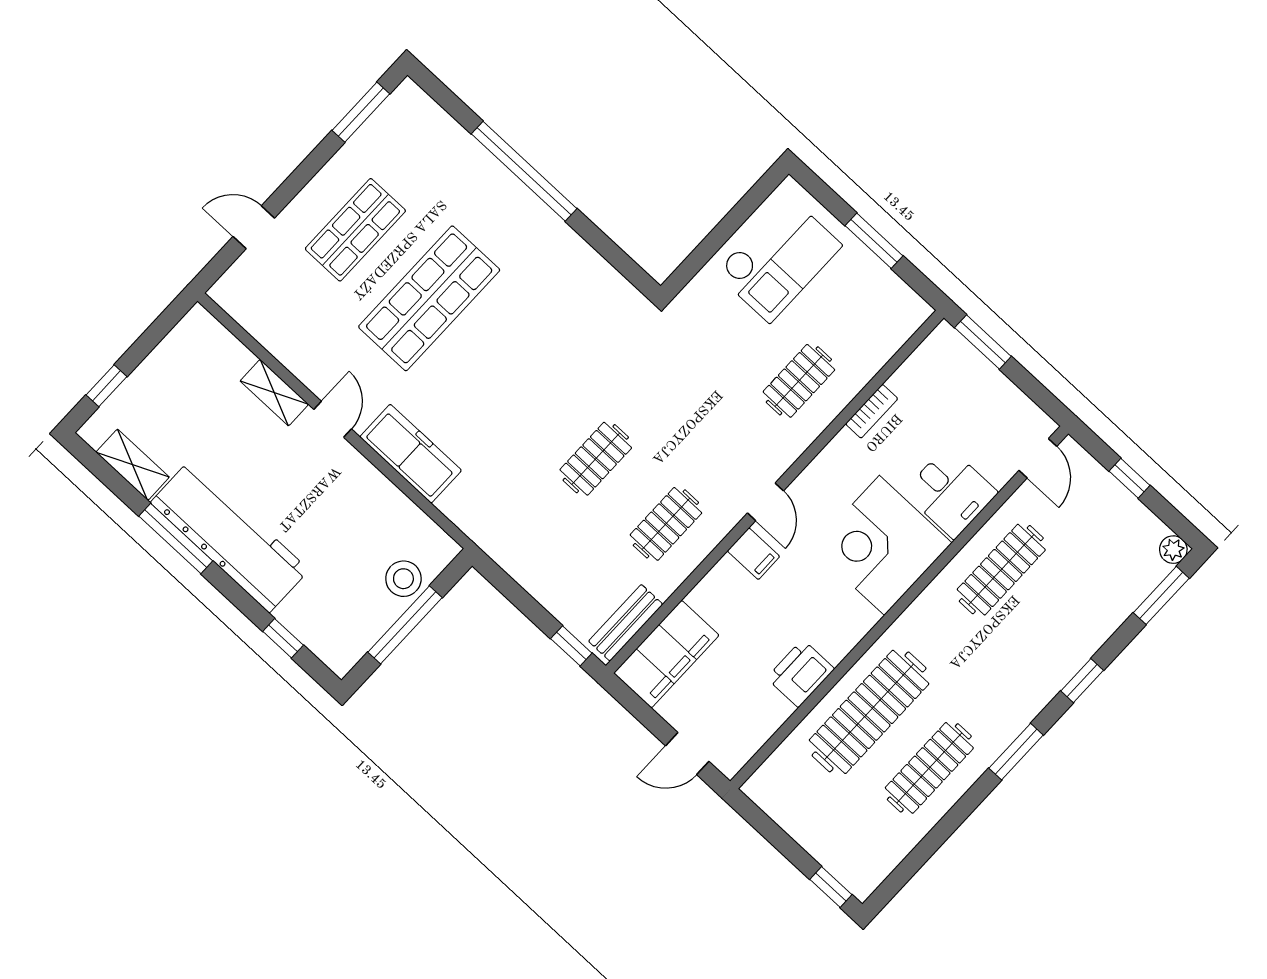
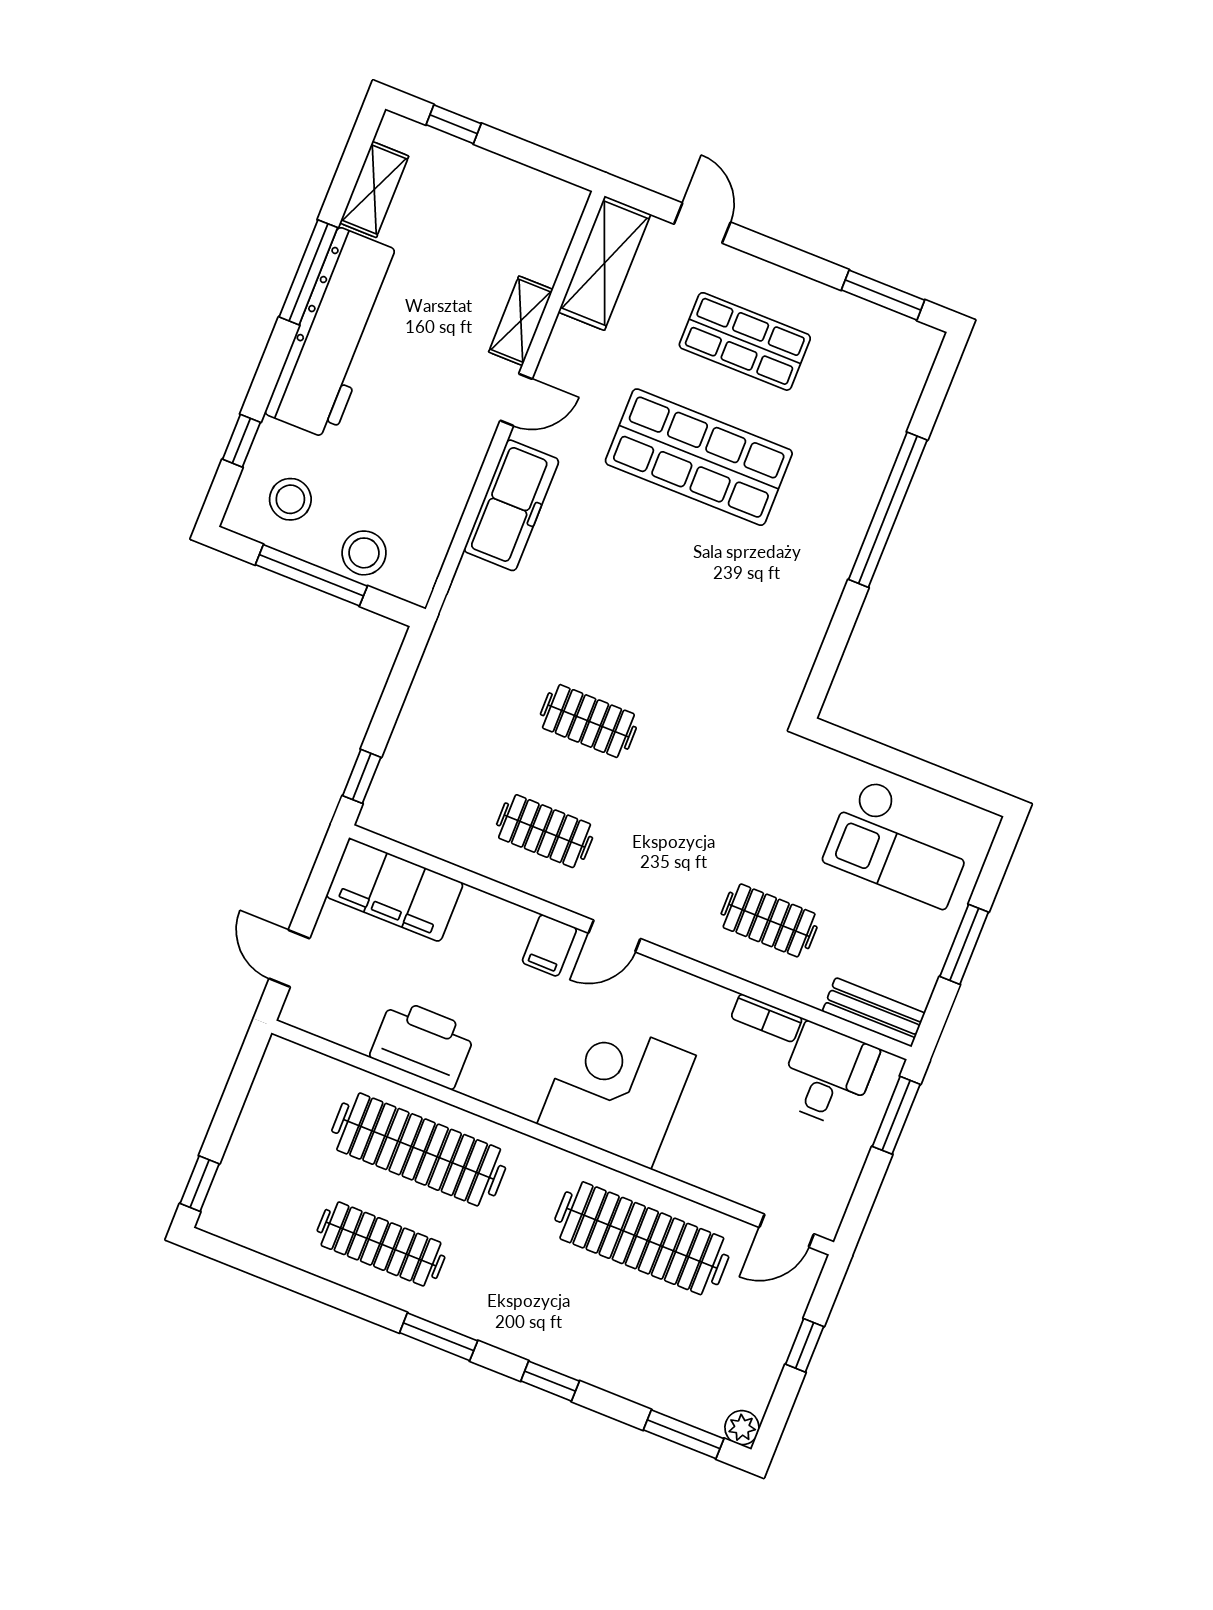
shelving: (255, 313) -> (604, 263), added
desk: (950, 492) -> (828, 1075), moved, turned 180
clothes rail: (1001, 570) -> (642, 1238), width x1.37, depth x1.31
stool: (341, 619) -> (290, 499), added
bench: (626, 623) -> (874, 1012), moved
printer: (801, 673) -> (423, 1044), width x1.37, depth x1.19

